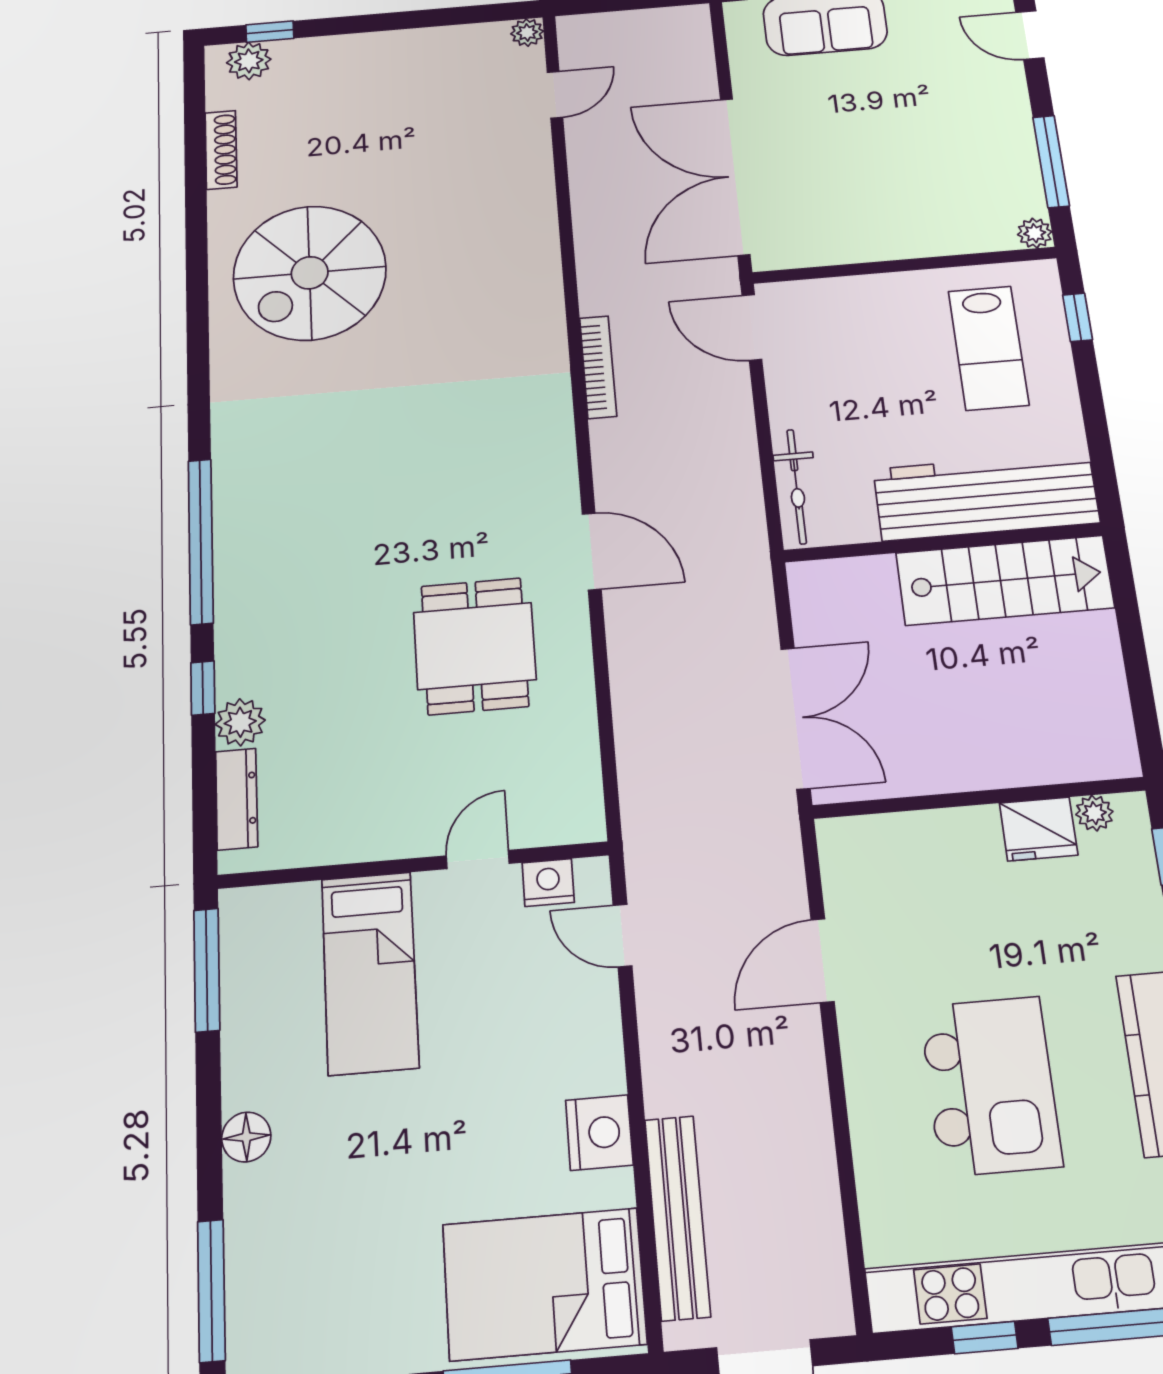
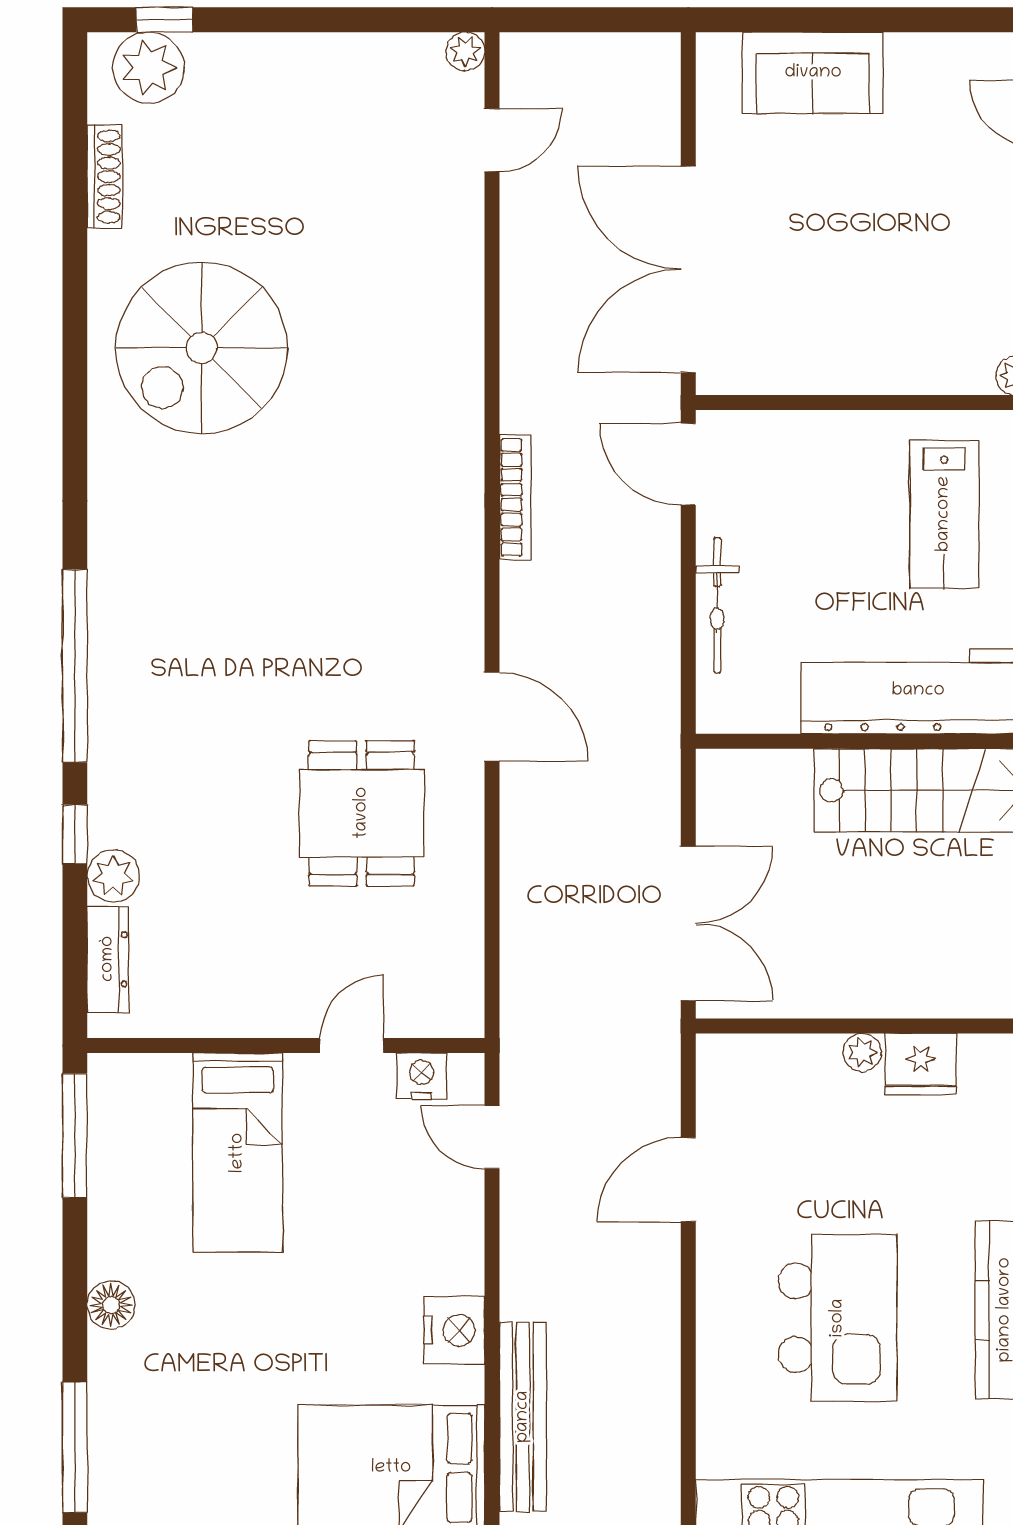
plant: (249, 61) -> (148, 68), width x1.36, depth x1.36
bicycle: (797, 486) -> (717, 605), moved
plant: (1094, 813) -> (862, 1052), moved

